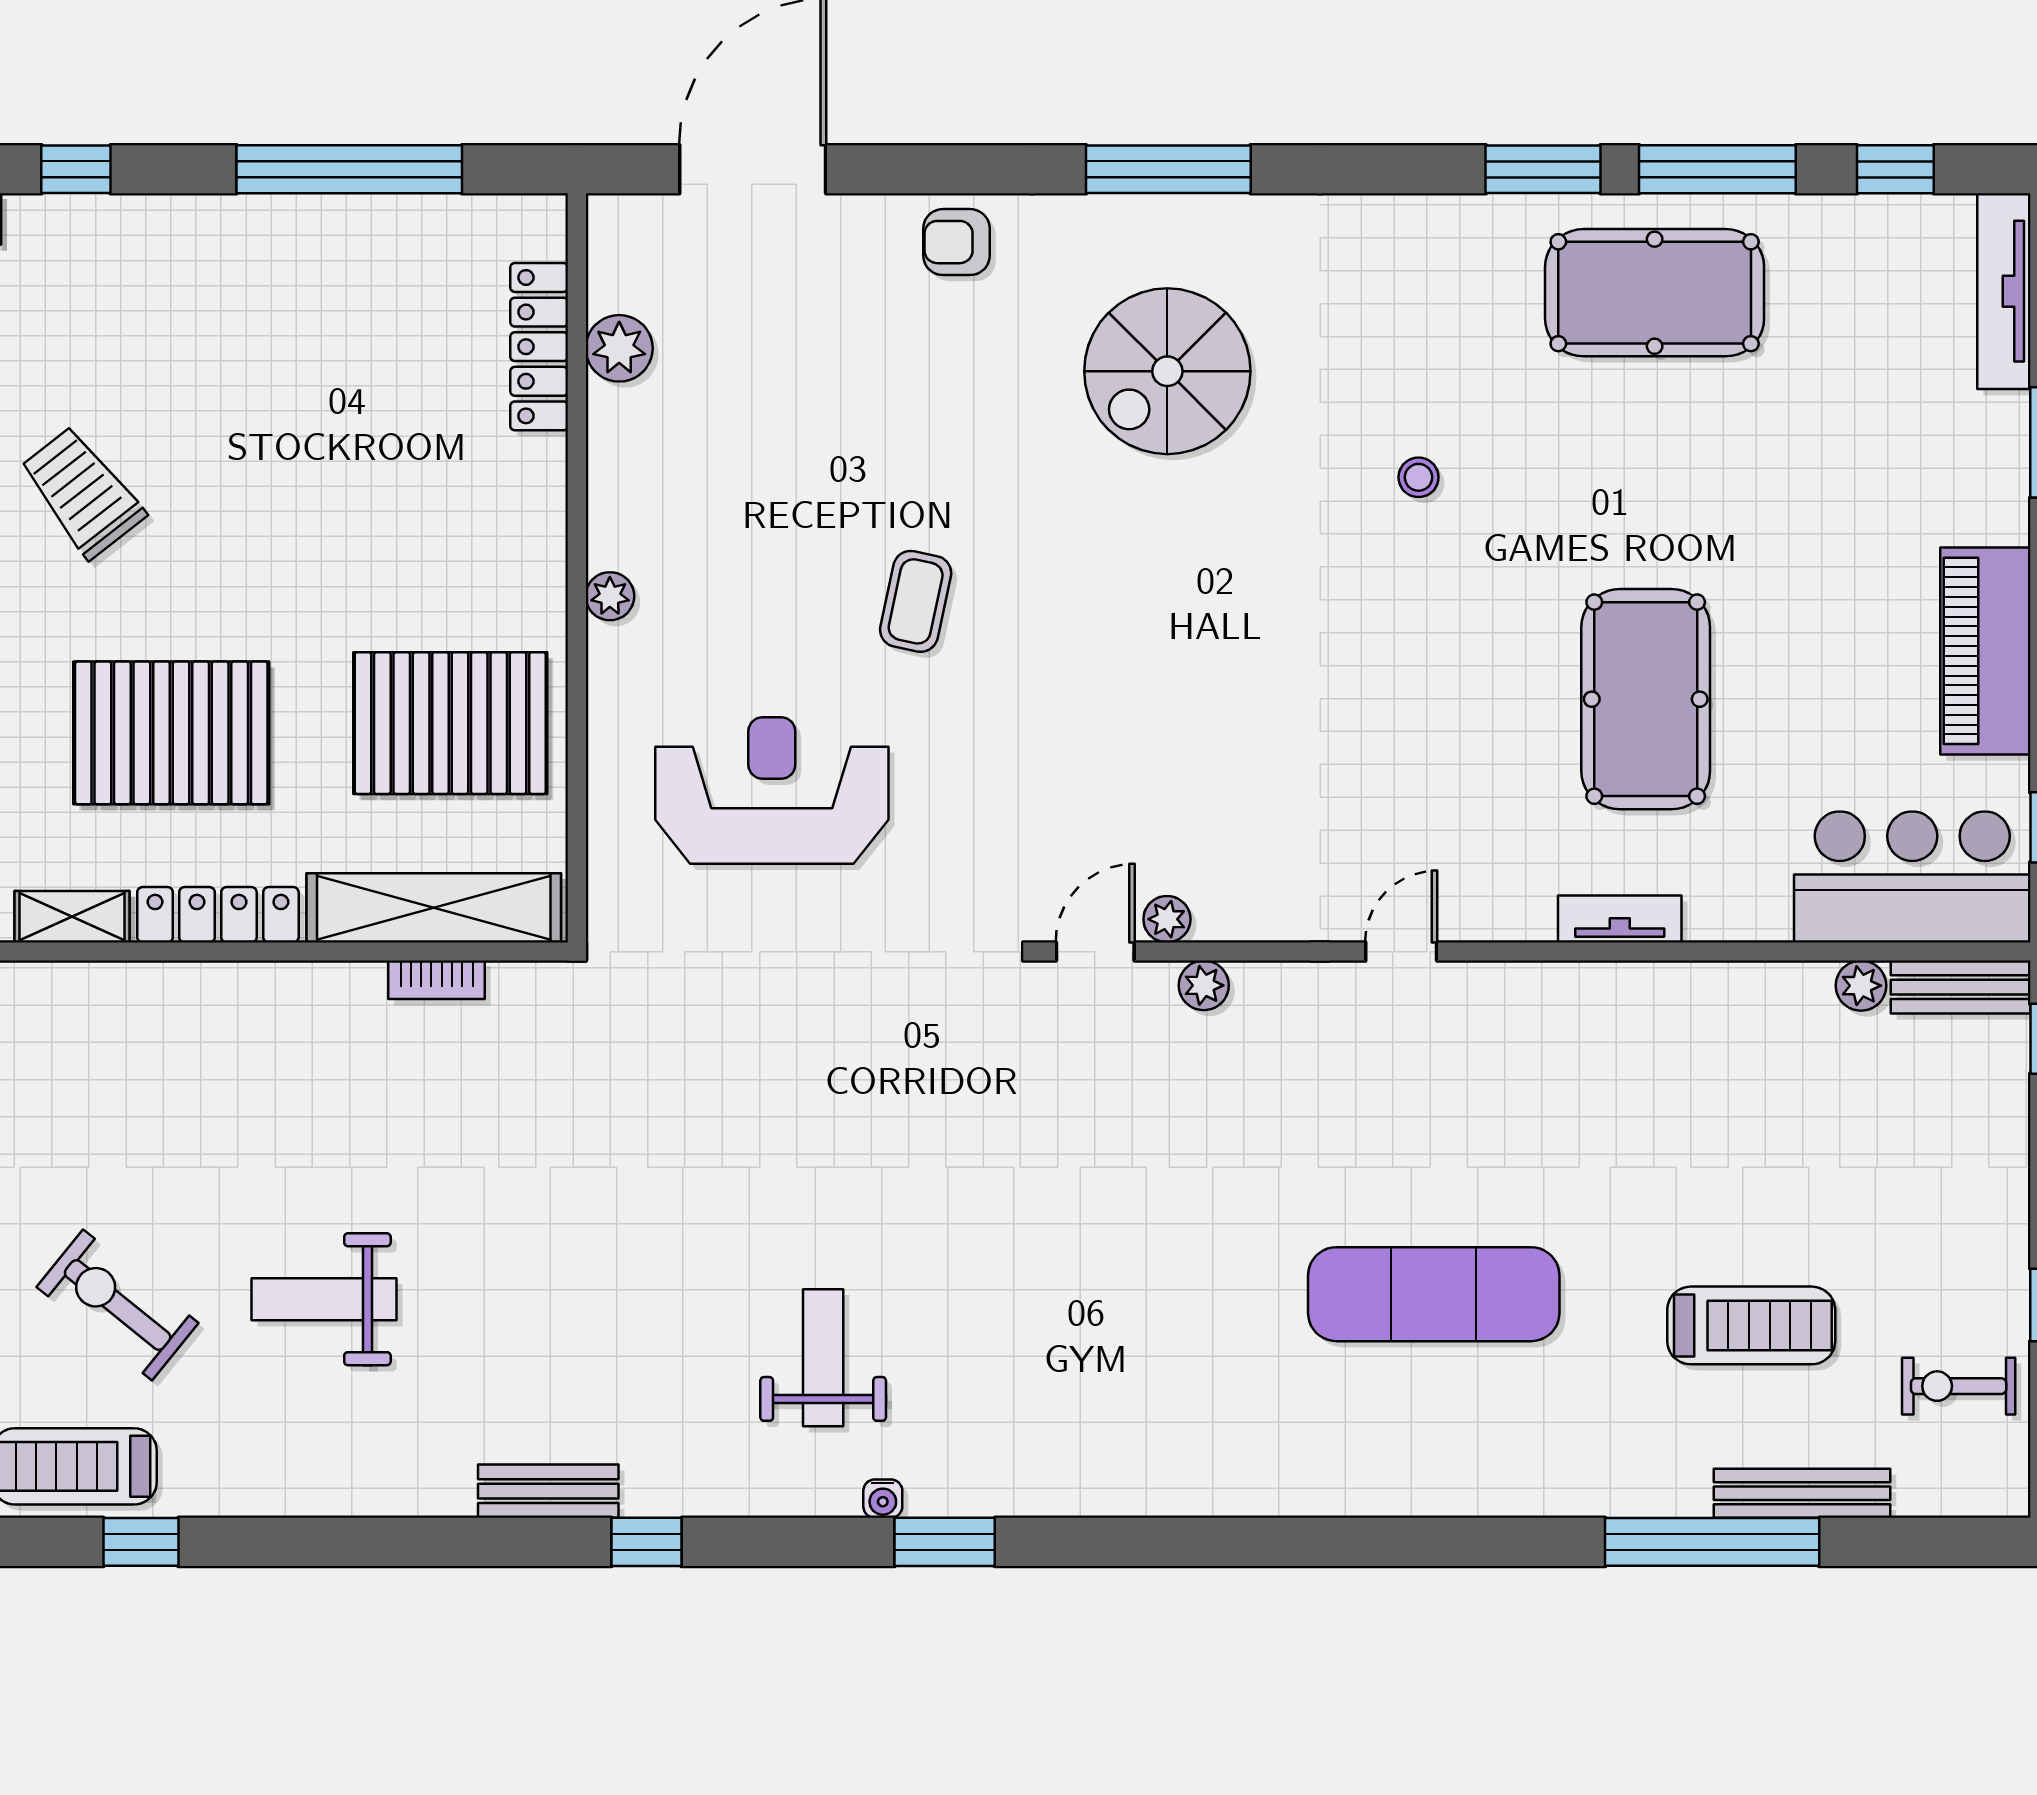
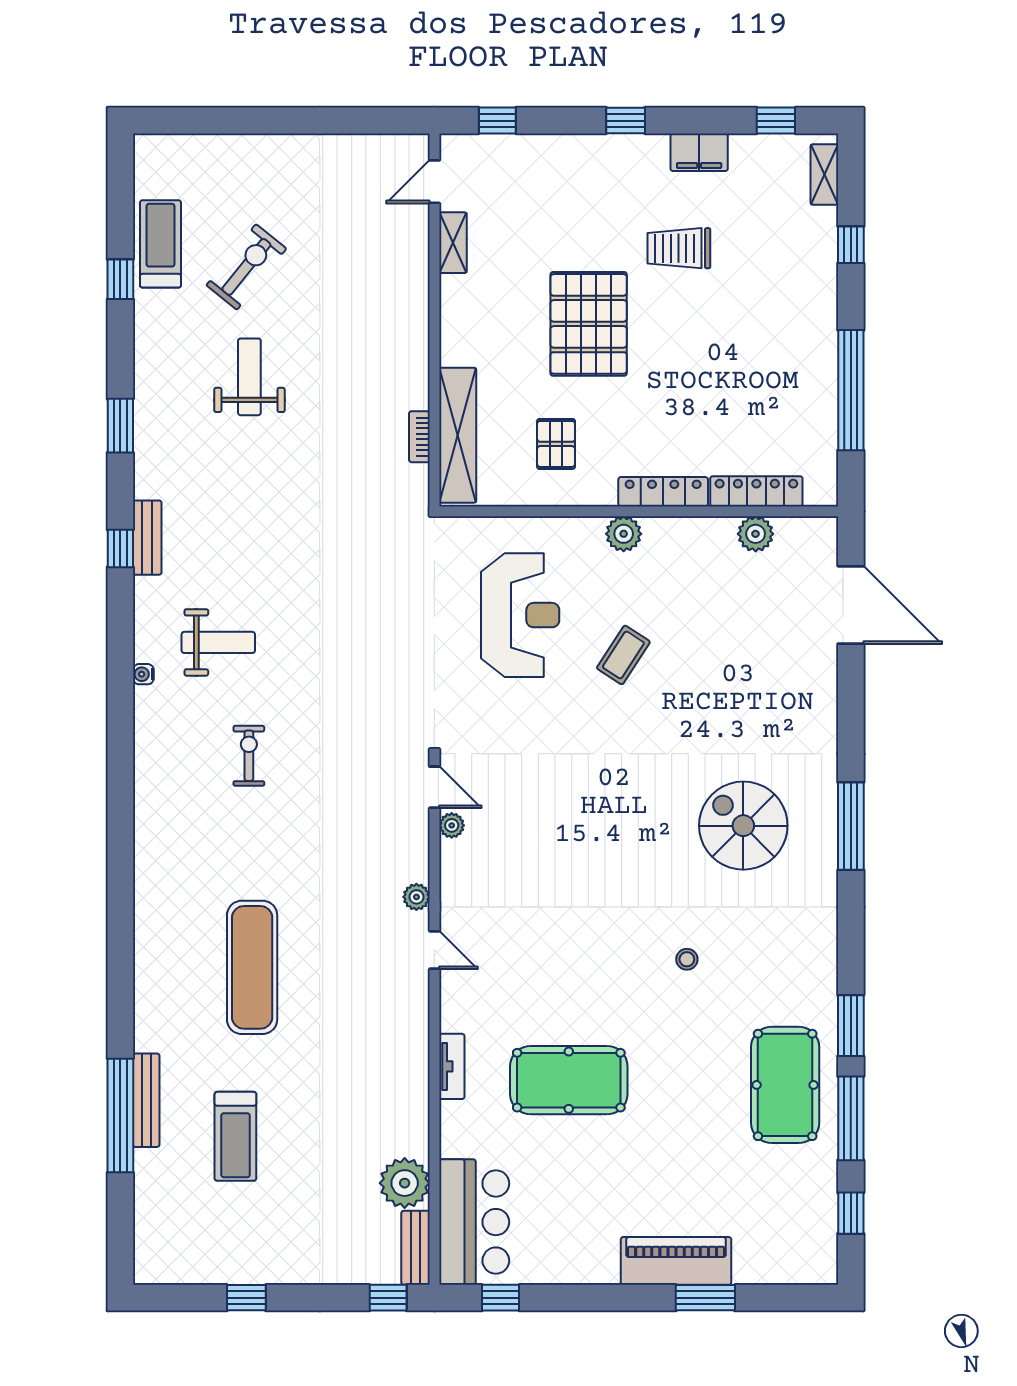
armchair: (956, 242) -> (812, 713), removed
tv unit: (2004, 291) -> (786, 1271), removed
trolley: (82, 492) -> (679, 248), turned -142
plant: (610, 596) -> (624, 534), width x1.38, depth x1.38
coffee table: (916, 601) -> (623, 655), moved, turned -69
piano: (1985, 651) -> (676, 1261), moved
pallet: (450, 723) -> (556, 444), width x0.49, depth x0.50
pallet: (171, 733) -> (589, 324), moved
locker: (218, 915) -> (663, 492), moved, turned -90
plant: (1204, 985) -> (416, 897), moved
plant: (1861, 986) -> (405, 1183), width x1.87, depth x1.87
exercise bike: (1959, 1386) -> (249, 756), moved
bench: (548, 1491) -> (147, 538), moved
bench: (1802, 1493) -> (146, 1100), moved
window: (945, 1542) -> (120, 426), moved

